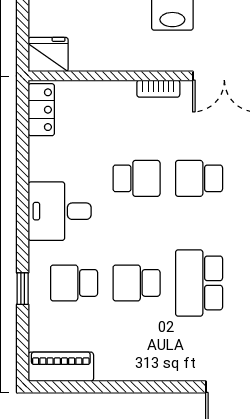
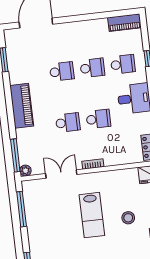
school desk: (137, 178) -> (98, 119), turned 180
school desk: (199, 283) -> (62, 71), width x0.54

